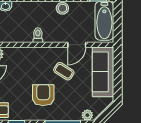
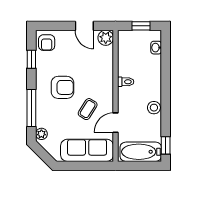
door: (77, 45) -> (116, 123), hinge flipped

